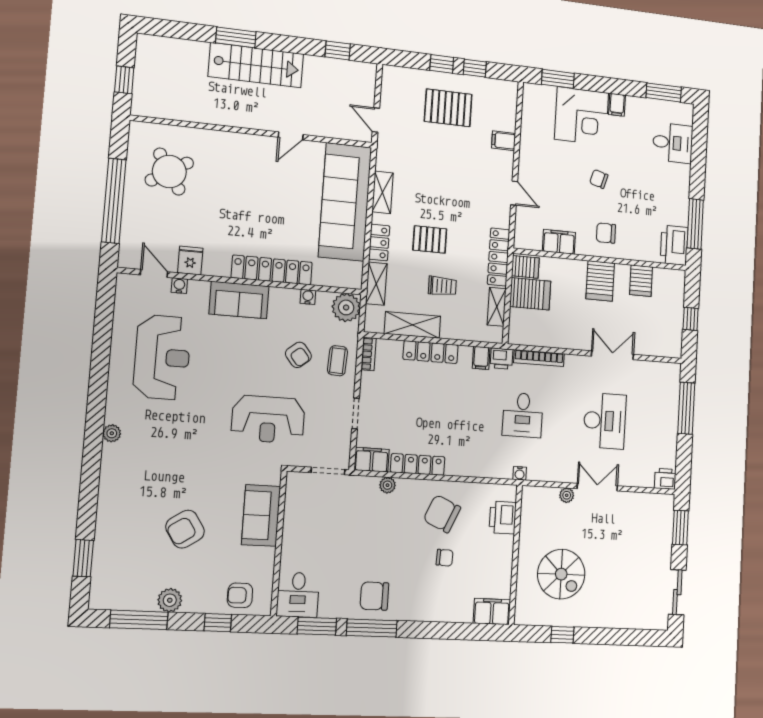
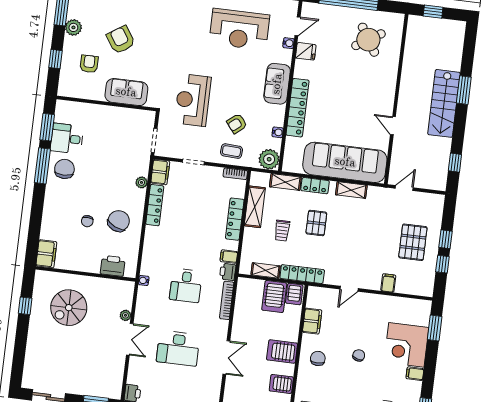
desk: (523, 415) -> (186, 285), turned -90
armchair: (240, 595) -> (89, 64), moved
desk: (298, 595) -> (67, 139), moved

